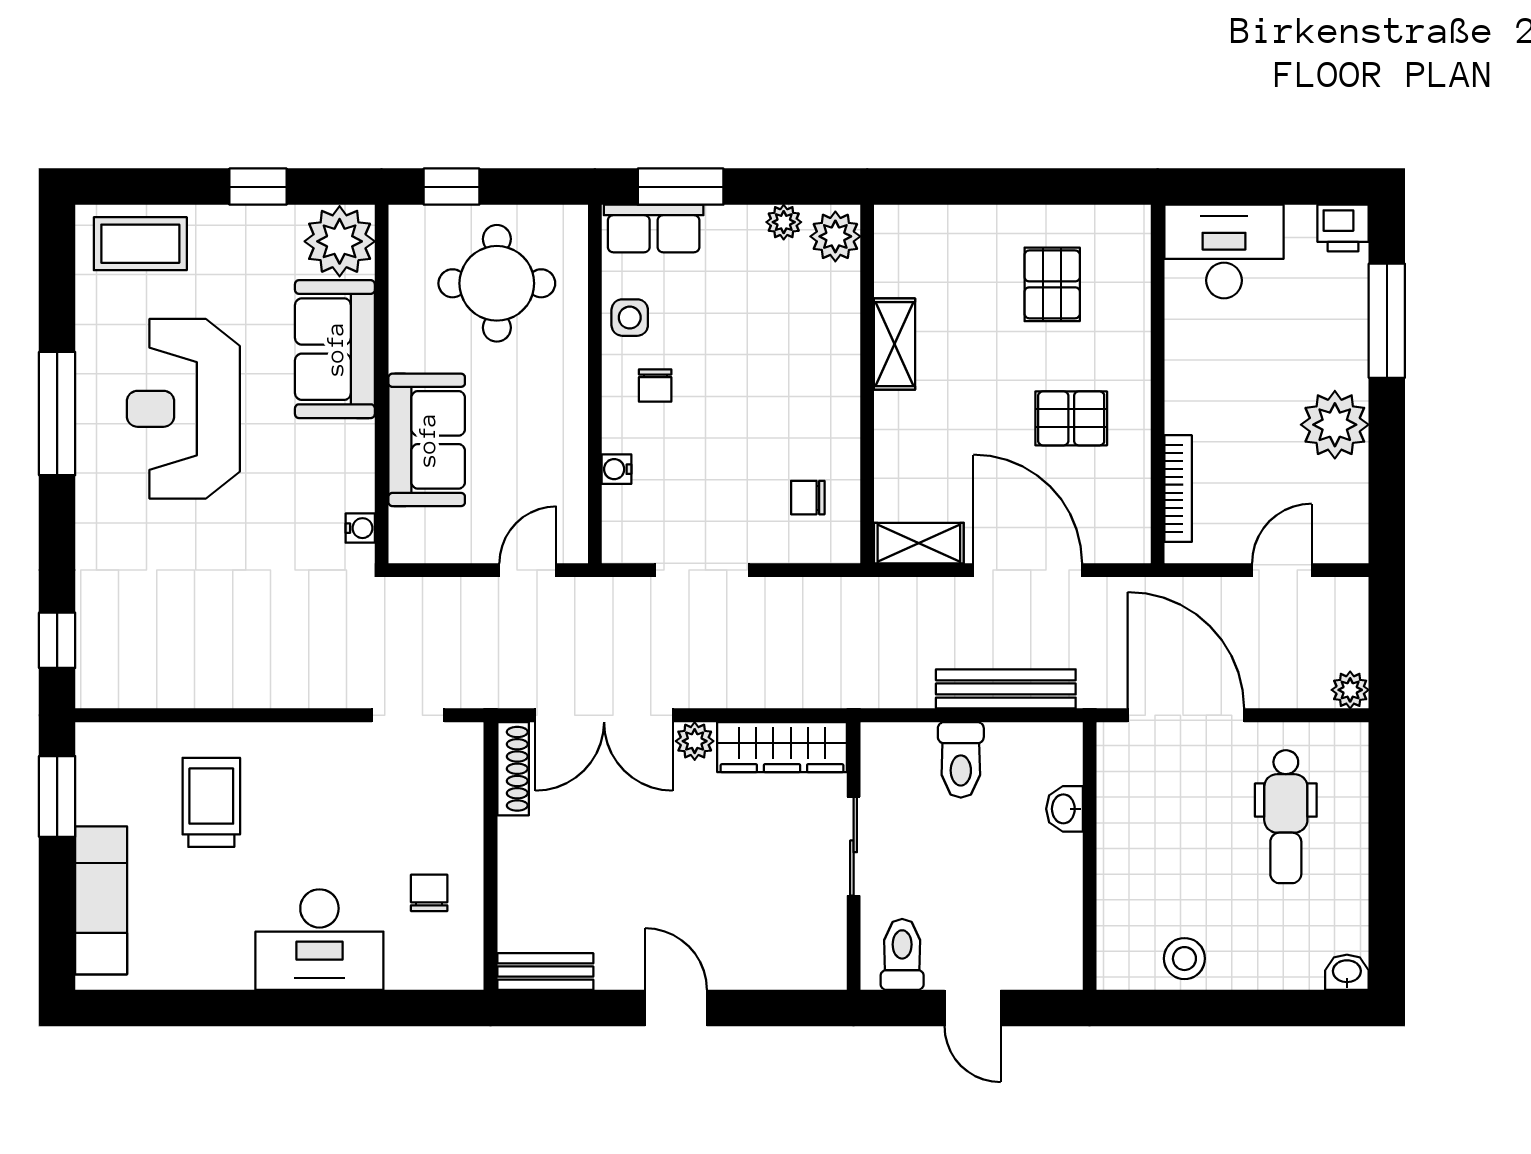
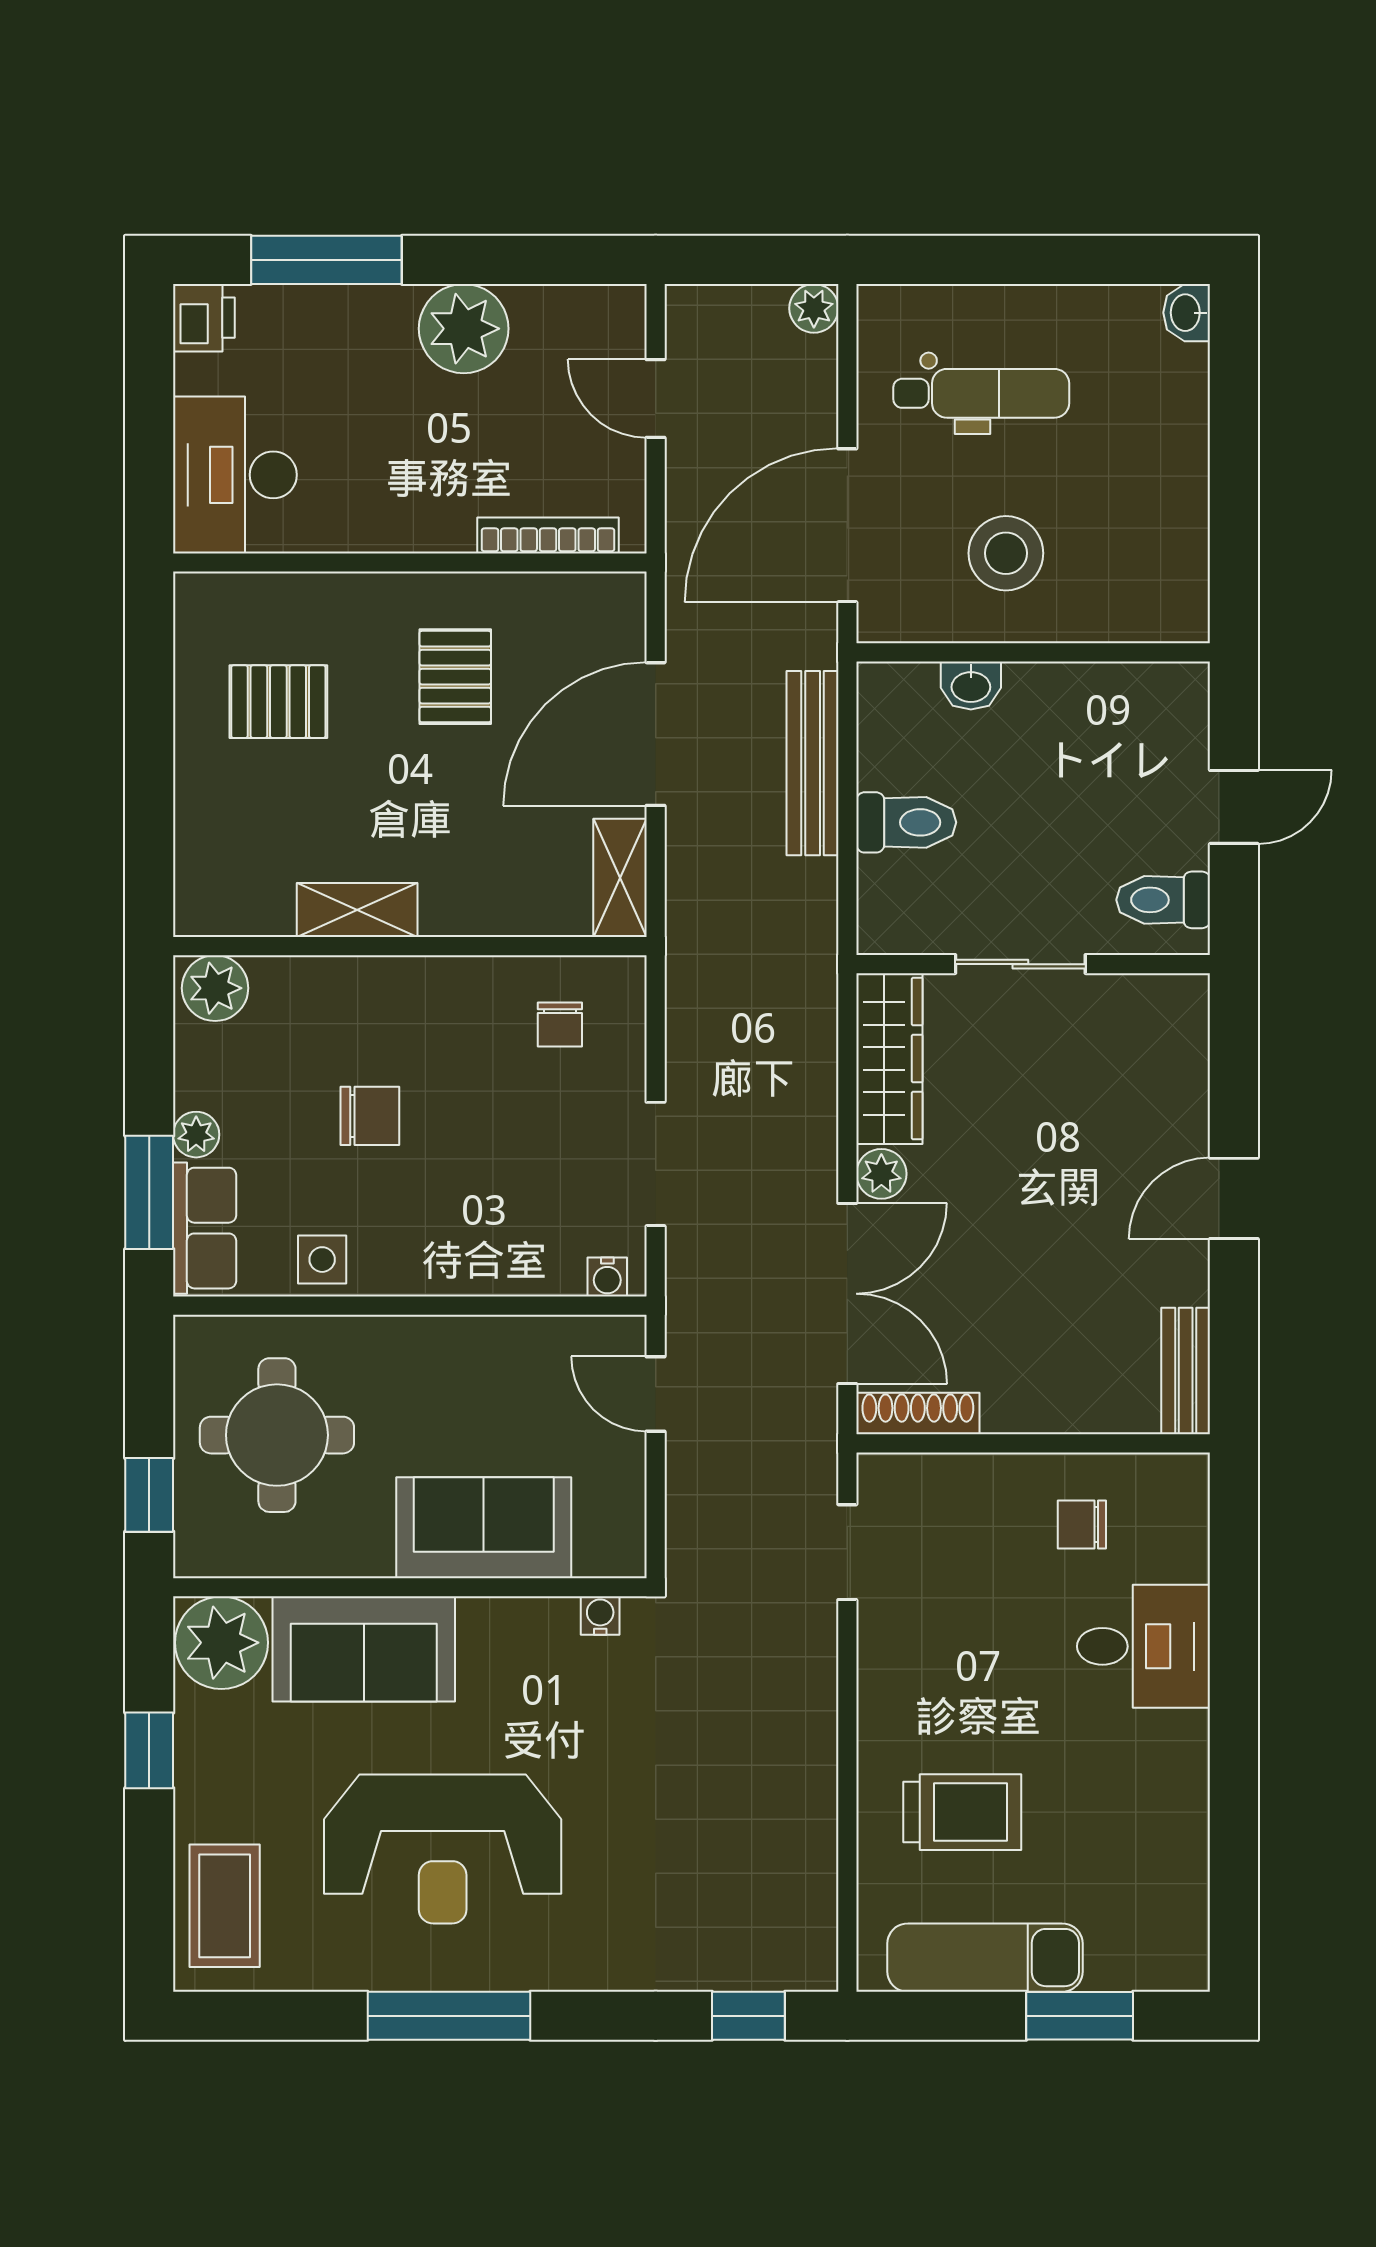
plant: (784, 222) -> (196, 1135), moved
chair: (655, 386) -> (370, 1116), moved, width x1.37, depth x1.37
water cooler: (617, 469) -> (607, 1277), moved
window: (57, 796) -> (1080, 2016), moved
trolley: (211, 802) -> (962, 1812), turned 180
exam couch: (101, 900) -> (985, 1958), moved
desk: (319, 940) -> (1143, 1646), width x0.73
stool: (1184, 959) -> (1006, 553), moved, width x1.38, depth x1.38

